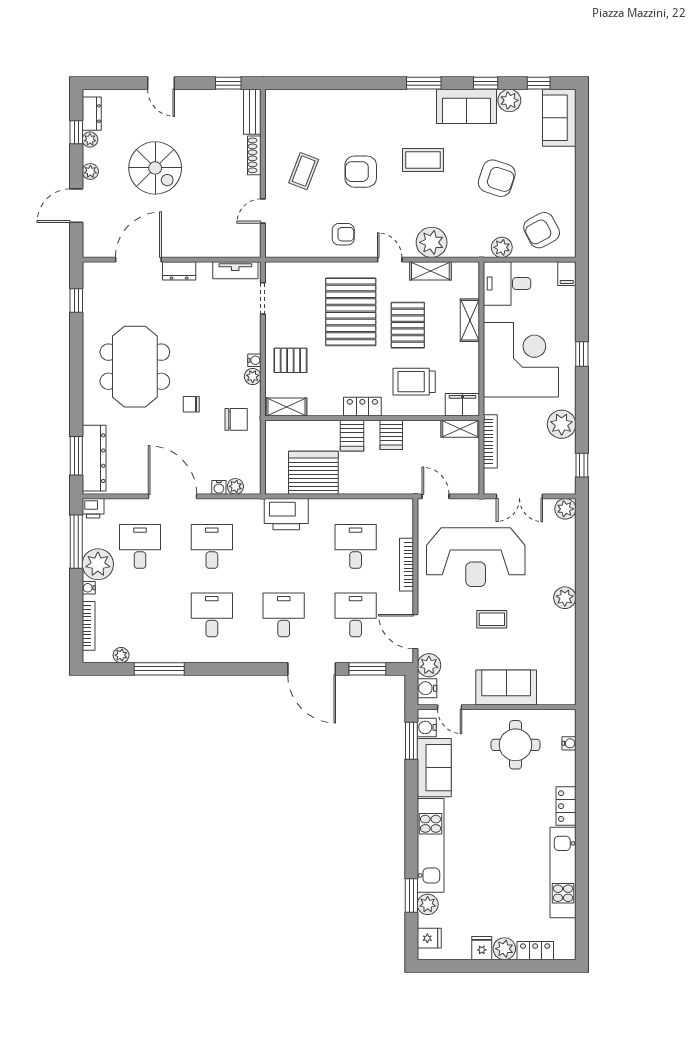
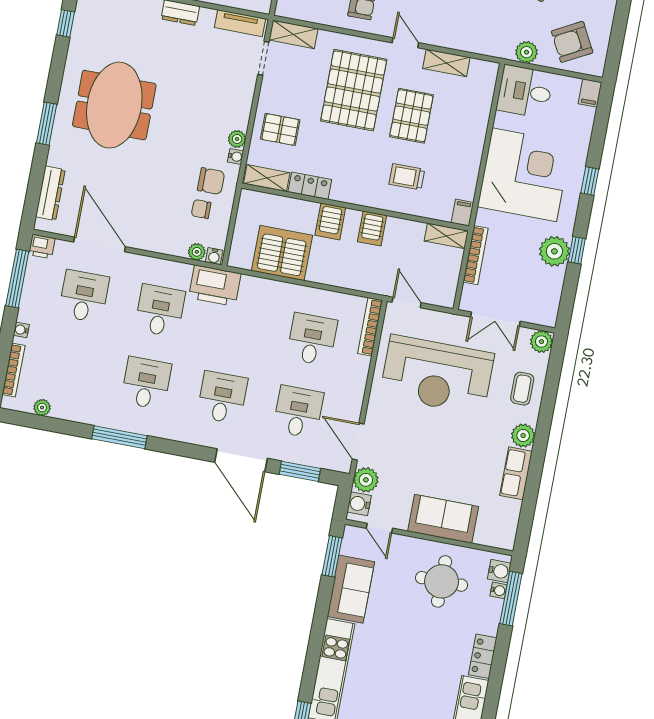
plant: (432, 242) -> (453, 33), removed
shelving: (470, 320) -> (294, 34), moved, turned 90
water cooler: (254, 360) -> (236, 157), moved
trolley: (414, 382) -> (407, 177), width x0.73, depth x0.72
chair: (191, 404) -> (201, 209), moved
filing cabinet: (462, 405) -> (462, 213), width x0.50
locker: (362, 407) -> (310, 186), moved
window: (76, 456) -> (47, 124), moved
dresser: (94, 458) -> (50, 193), width x0.73, depth x0.80
window: (582, 465) -> (577, 250), moved
water cooler: (219, 487) -> (214, 256), moved
door: (173, 496) -> (100, 244), moved
printer: (286, 514) -> (215, 286), moved
plant: (98, 564) -> (36, 307), removed
bookcase: (406, 565) -> (370, 327), moved
coffee table: (492, 619) -> (522, 389), moved, turned 90
row of seats: (565, 633) -> (516, 473), added
window: (159, 669) -> (119, 437), moved
water cooler: (427, 727) -> (499, 571), moved, turned 180
window: (582, 749) -> (511, 599), added

